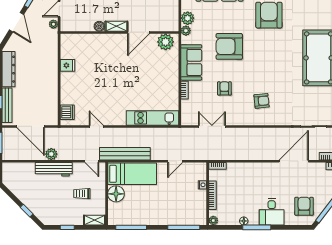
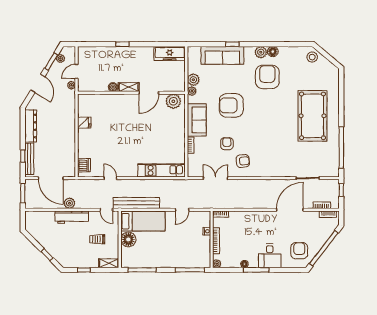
armchair: (262, 101) -> (243, 161), moved

